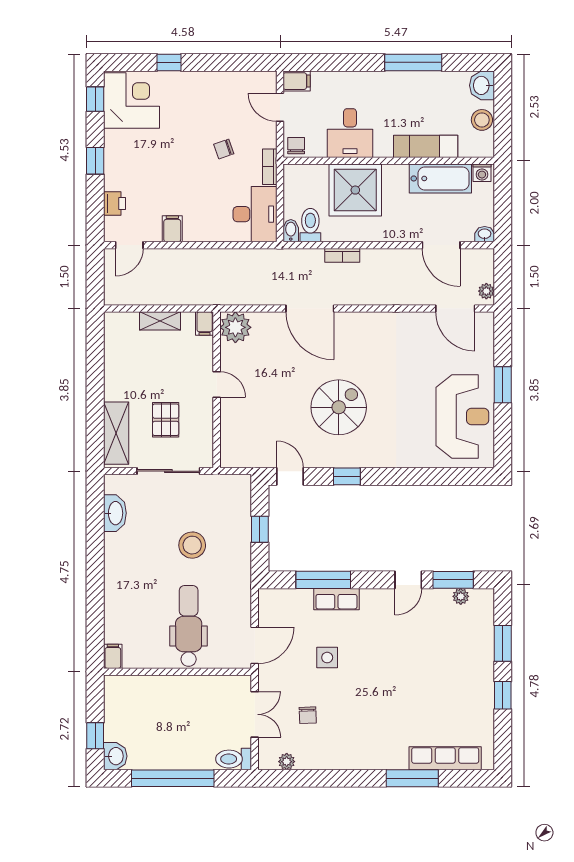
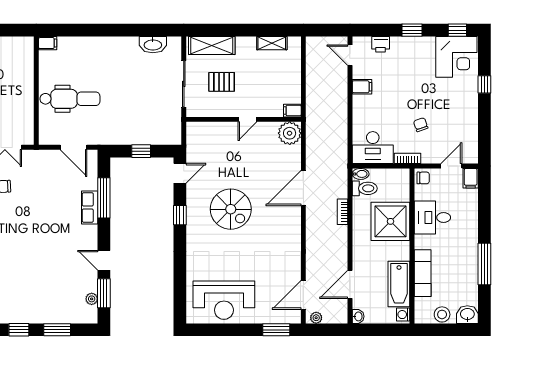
shelving: (160, 321) -> (272, 43), moved, turned 90
window: (503, 385) -> (276, 330), moved
stool: (192, 545) -> (129, 101), removed
door: (255, 645) -> (73, 147), moved
side table: (327, 658) -> (47, 201), removed

